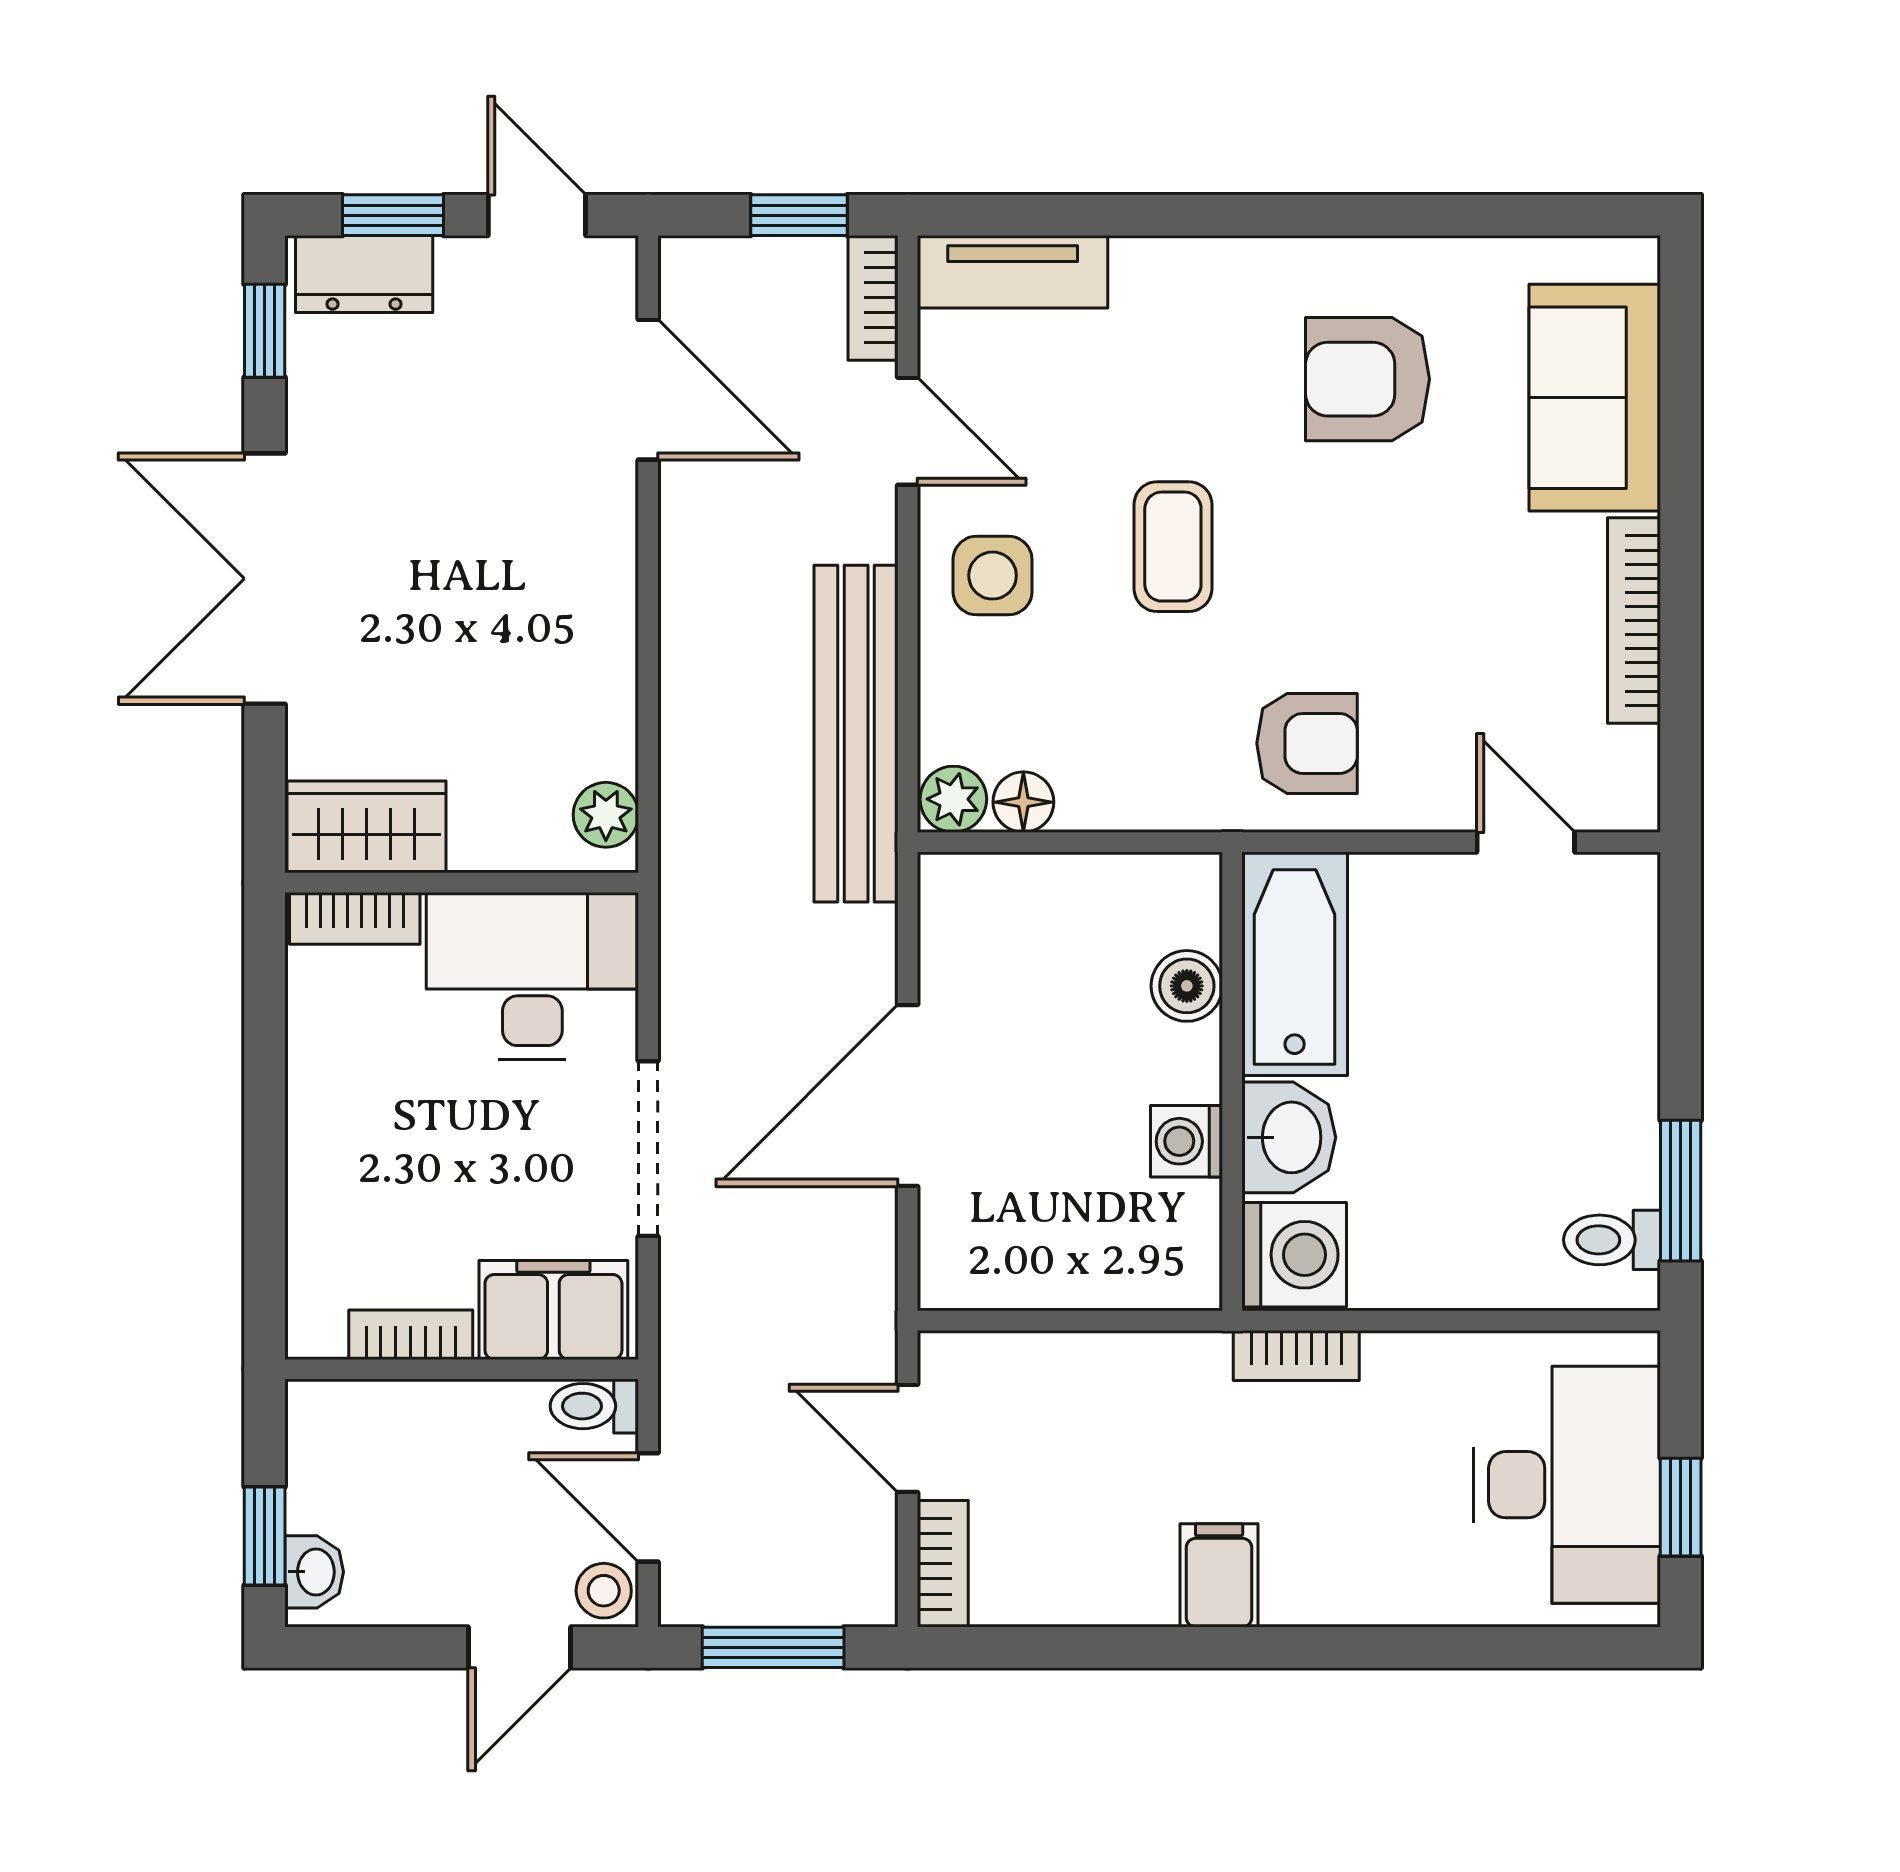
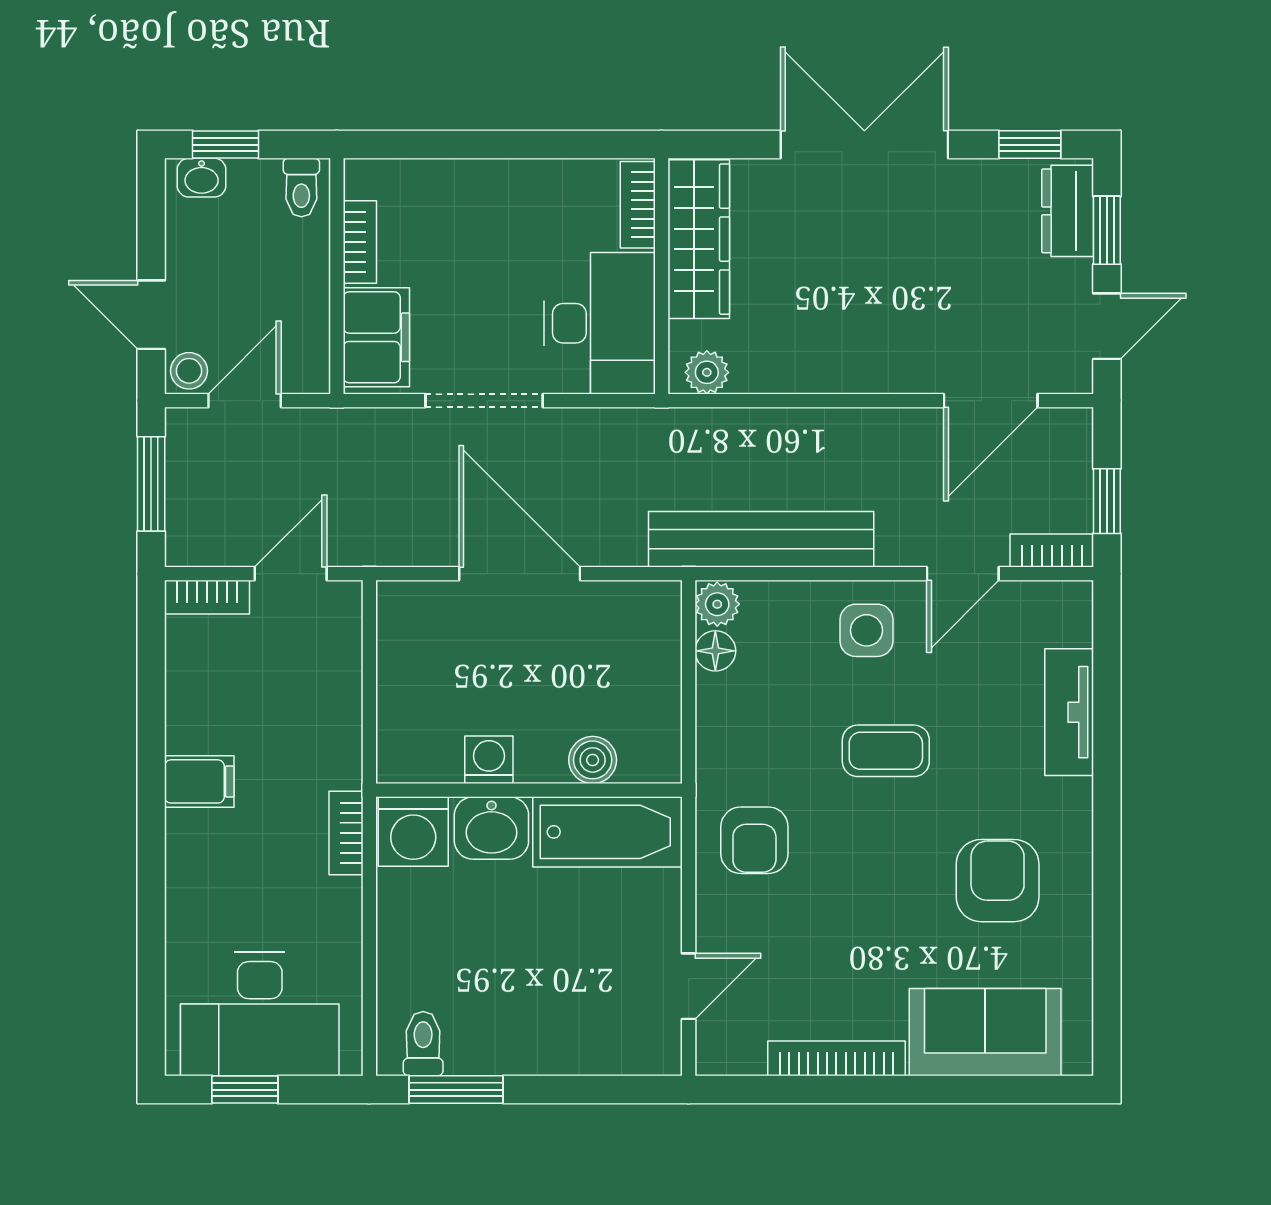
tv unit: (1013, 272) -> (1069, 712), moved
wardrobe: (367, 827) -> (699, 239), width x1.50
toilet: (594, 1406) -> (301, 187), moved, turned 180

